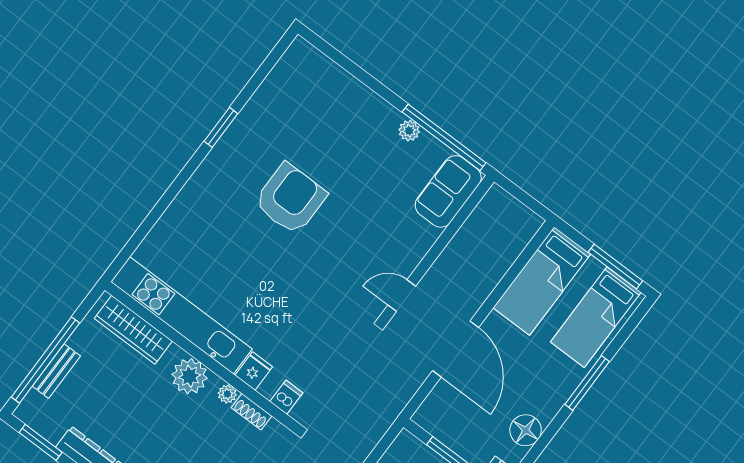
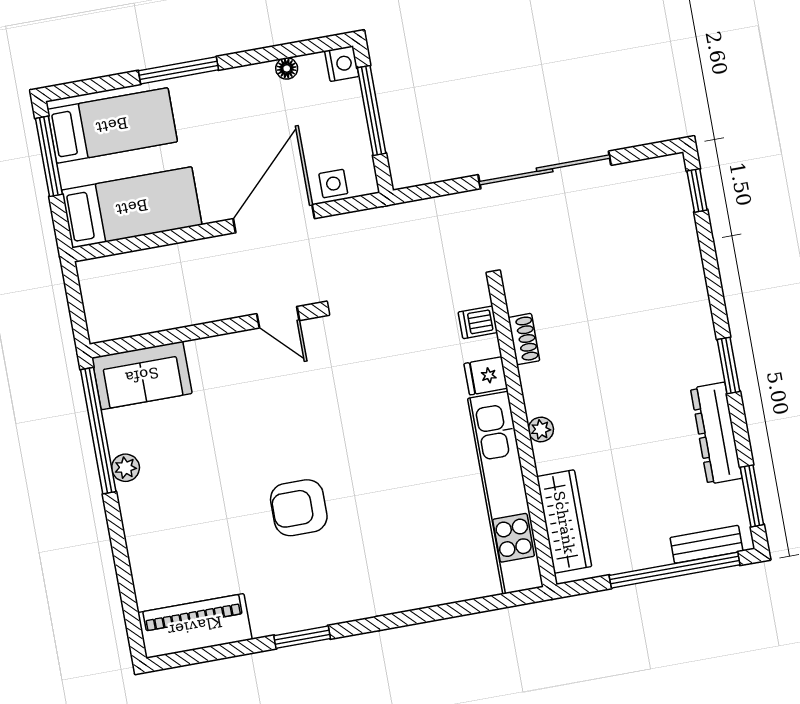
piano: (287, 78) -> (195, 626), added
armchair: (290, 199) -> (299, 508), width x0.73, depth x0.73
bench: (56, 371) -> (707, 544), moved
plant: (190, 376) -> (541, 430), width x0.53, depth x0.53
plant: (227, 394) -> (531, 377), removed
side table: (440, 400) -> (333, 184), added
floor lamp: (526, 430) -> (287, 68), width x0.53, depth x0.53

